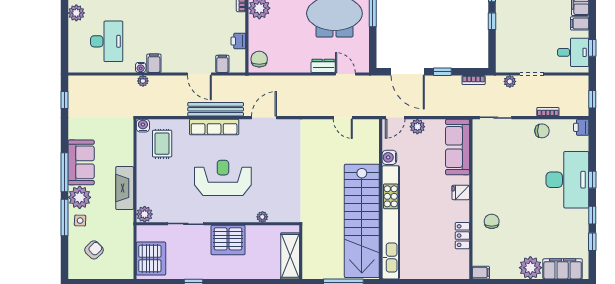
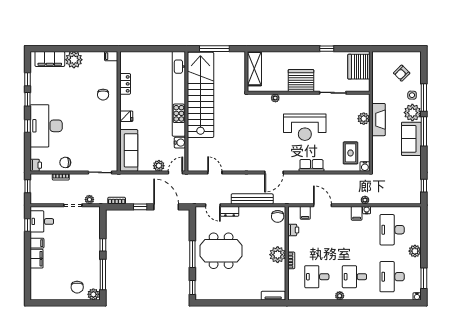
bench: (216, 109) -> (252, 199), moved
row of seats: (214, 127) -> (311, 165), width x0.68
plant: (145, 214) -> (364, 119), moved

